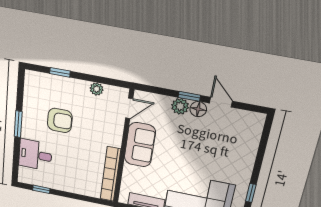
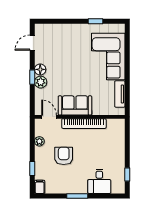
filing cabinet: (34, 78) -> (40, 187), added
door: (221, 102) -> (32, 43), moved
armchair: (60, 120) -> (64, 156), moved
bookcase: (110, 174) -> (84, 124), moved

